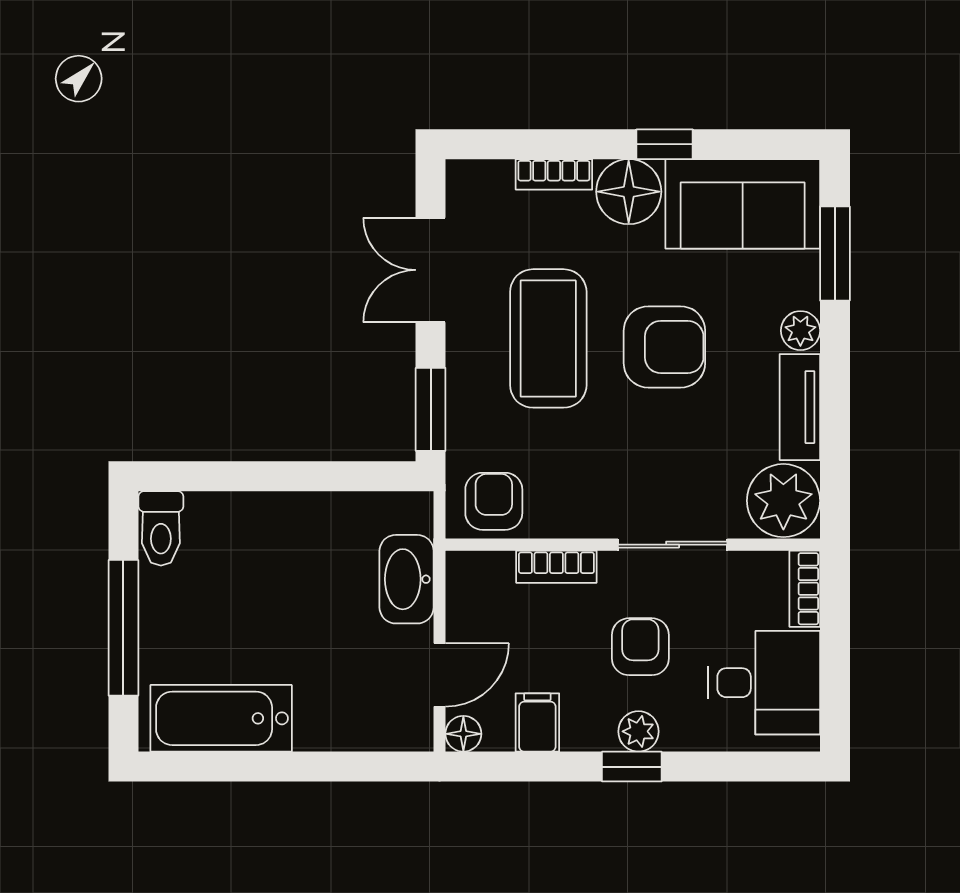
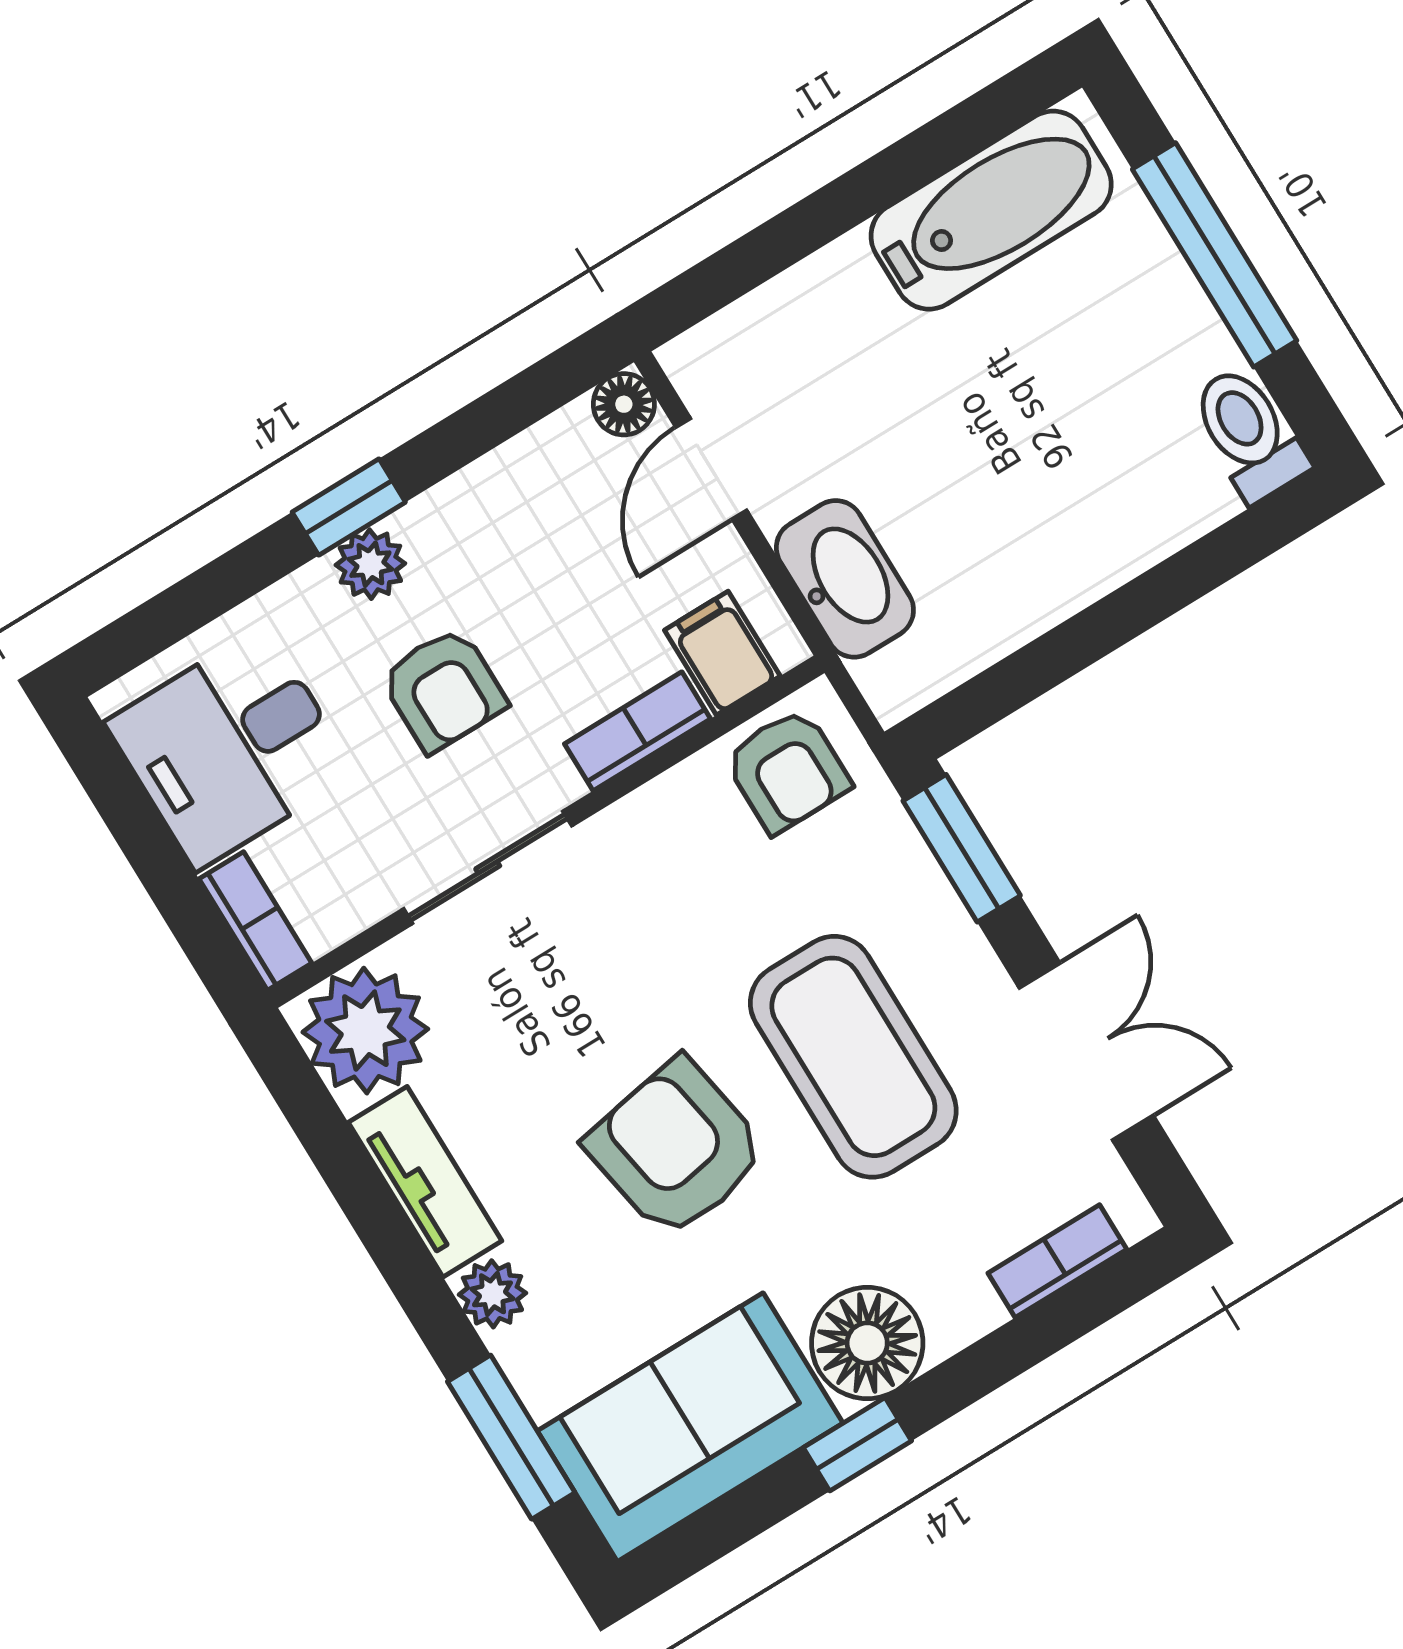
bookcase: (554, 174) -> (1057, 1261), moved
armchair: (664, 347) -> (676, 1148), turned 80
filing cabinet: (537, 723) -> (722, 653), moved, turned 180

